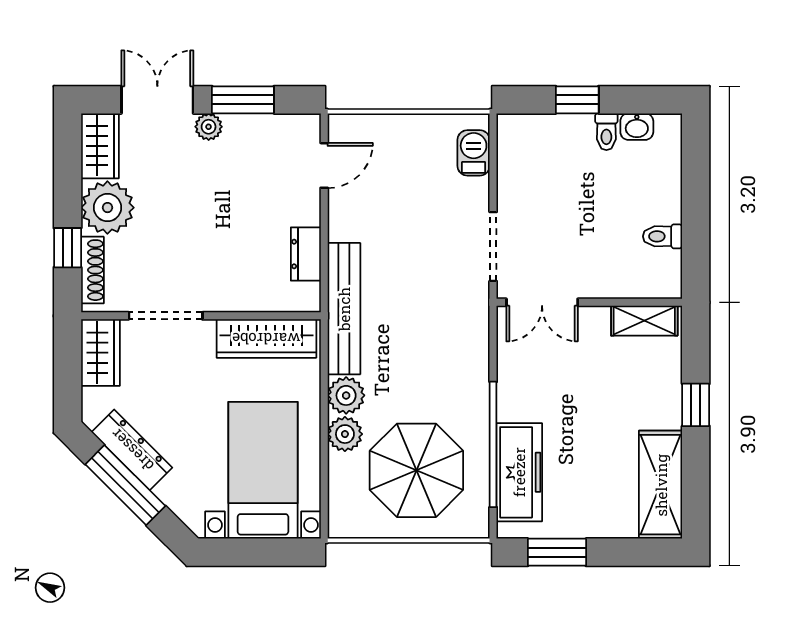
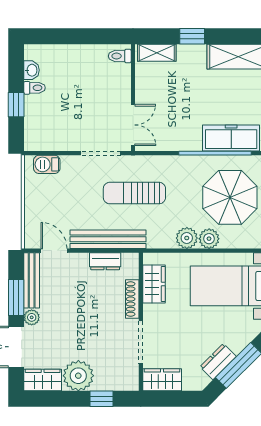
bench: (273, 127) -> (32, 280), added
toilet: (662, 236) -> (120, 56), moved, turned 90
shoe rack: (92, 270) -> (132, 299), moved, turned -90
sun lounger: (424, 305) -> (134, 193), added
bench: (344, 309) -> (108, 239), moved
shelving: (644, 321) -> (157, 53), moved, turned 90
wardrobe: (266, 339) -> (154, 284), width x0.67
dresser: (132, 450) -> (218, 362), width x0.70

